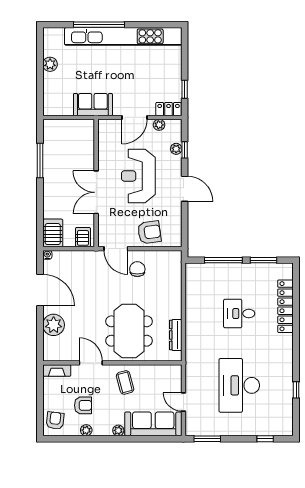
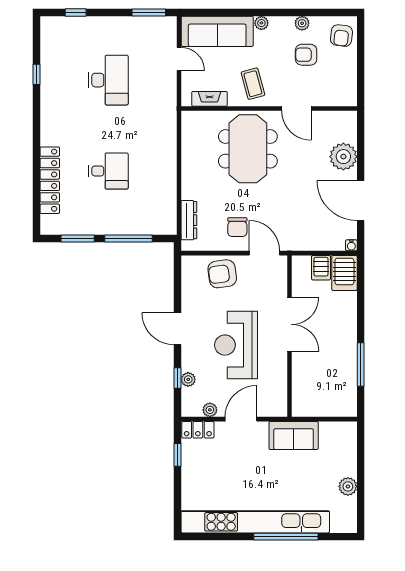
reception desk: (138, 176) -> (236, 345), turned 180
server rack: (83, 237) -> (321, 268), moved
dresser: (176, 335) -> (189, 220), moved
fireplace: (57, 371) -> (209, 99), moved
desk: (239, 385) -> (108, 80), width x0.73, depth x0.77

